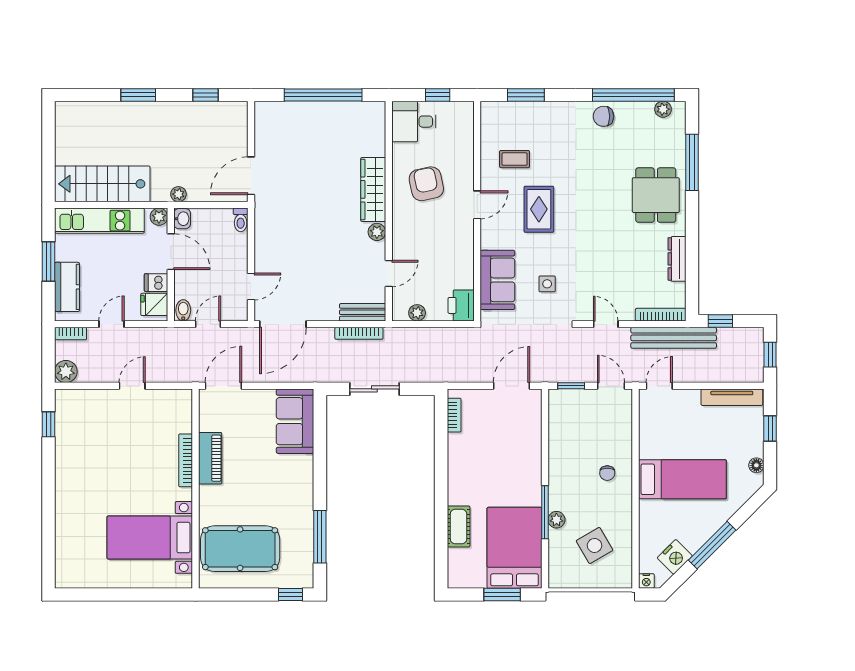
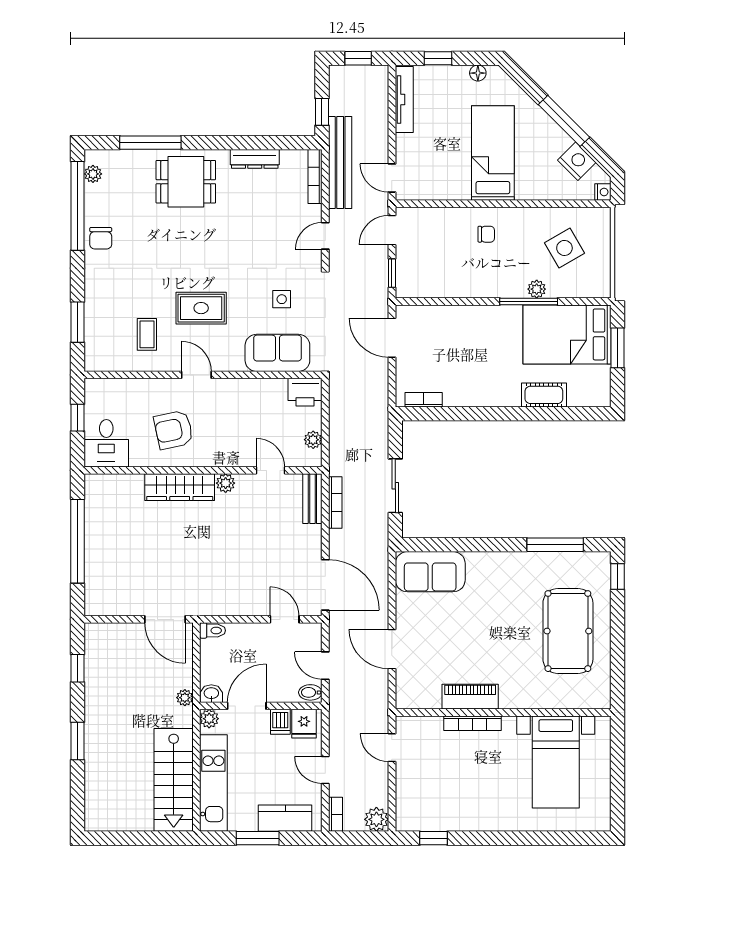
piano: (210, 458) -> (470, 697), moved
bookcase: (186, 460) -> (472, 723), moved
wall: (195, 489) -> (503, 713), moved
bed with nightstands: (150, 537) -> (556, 762), moved

